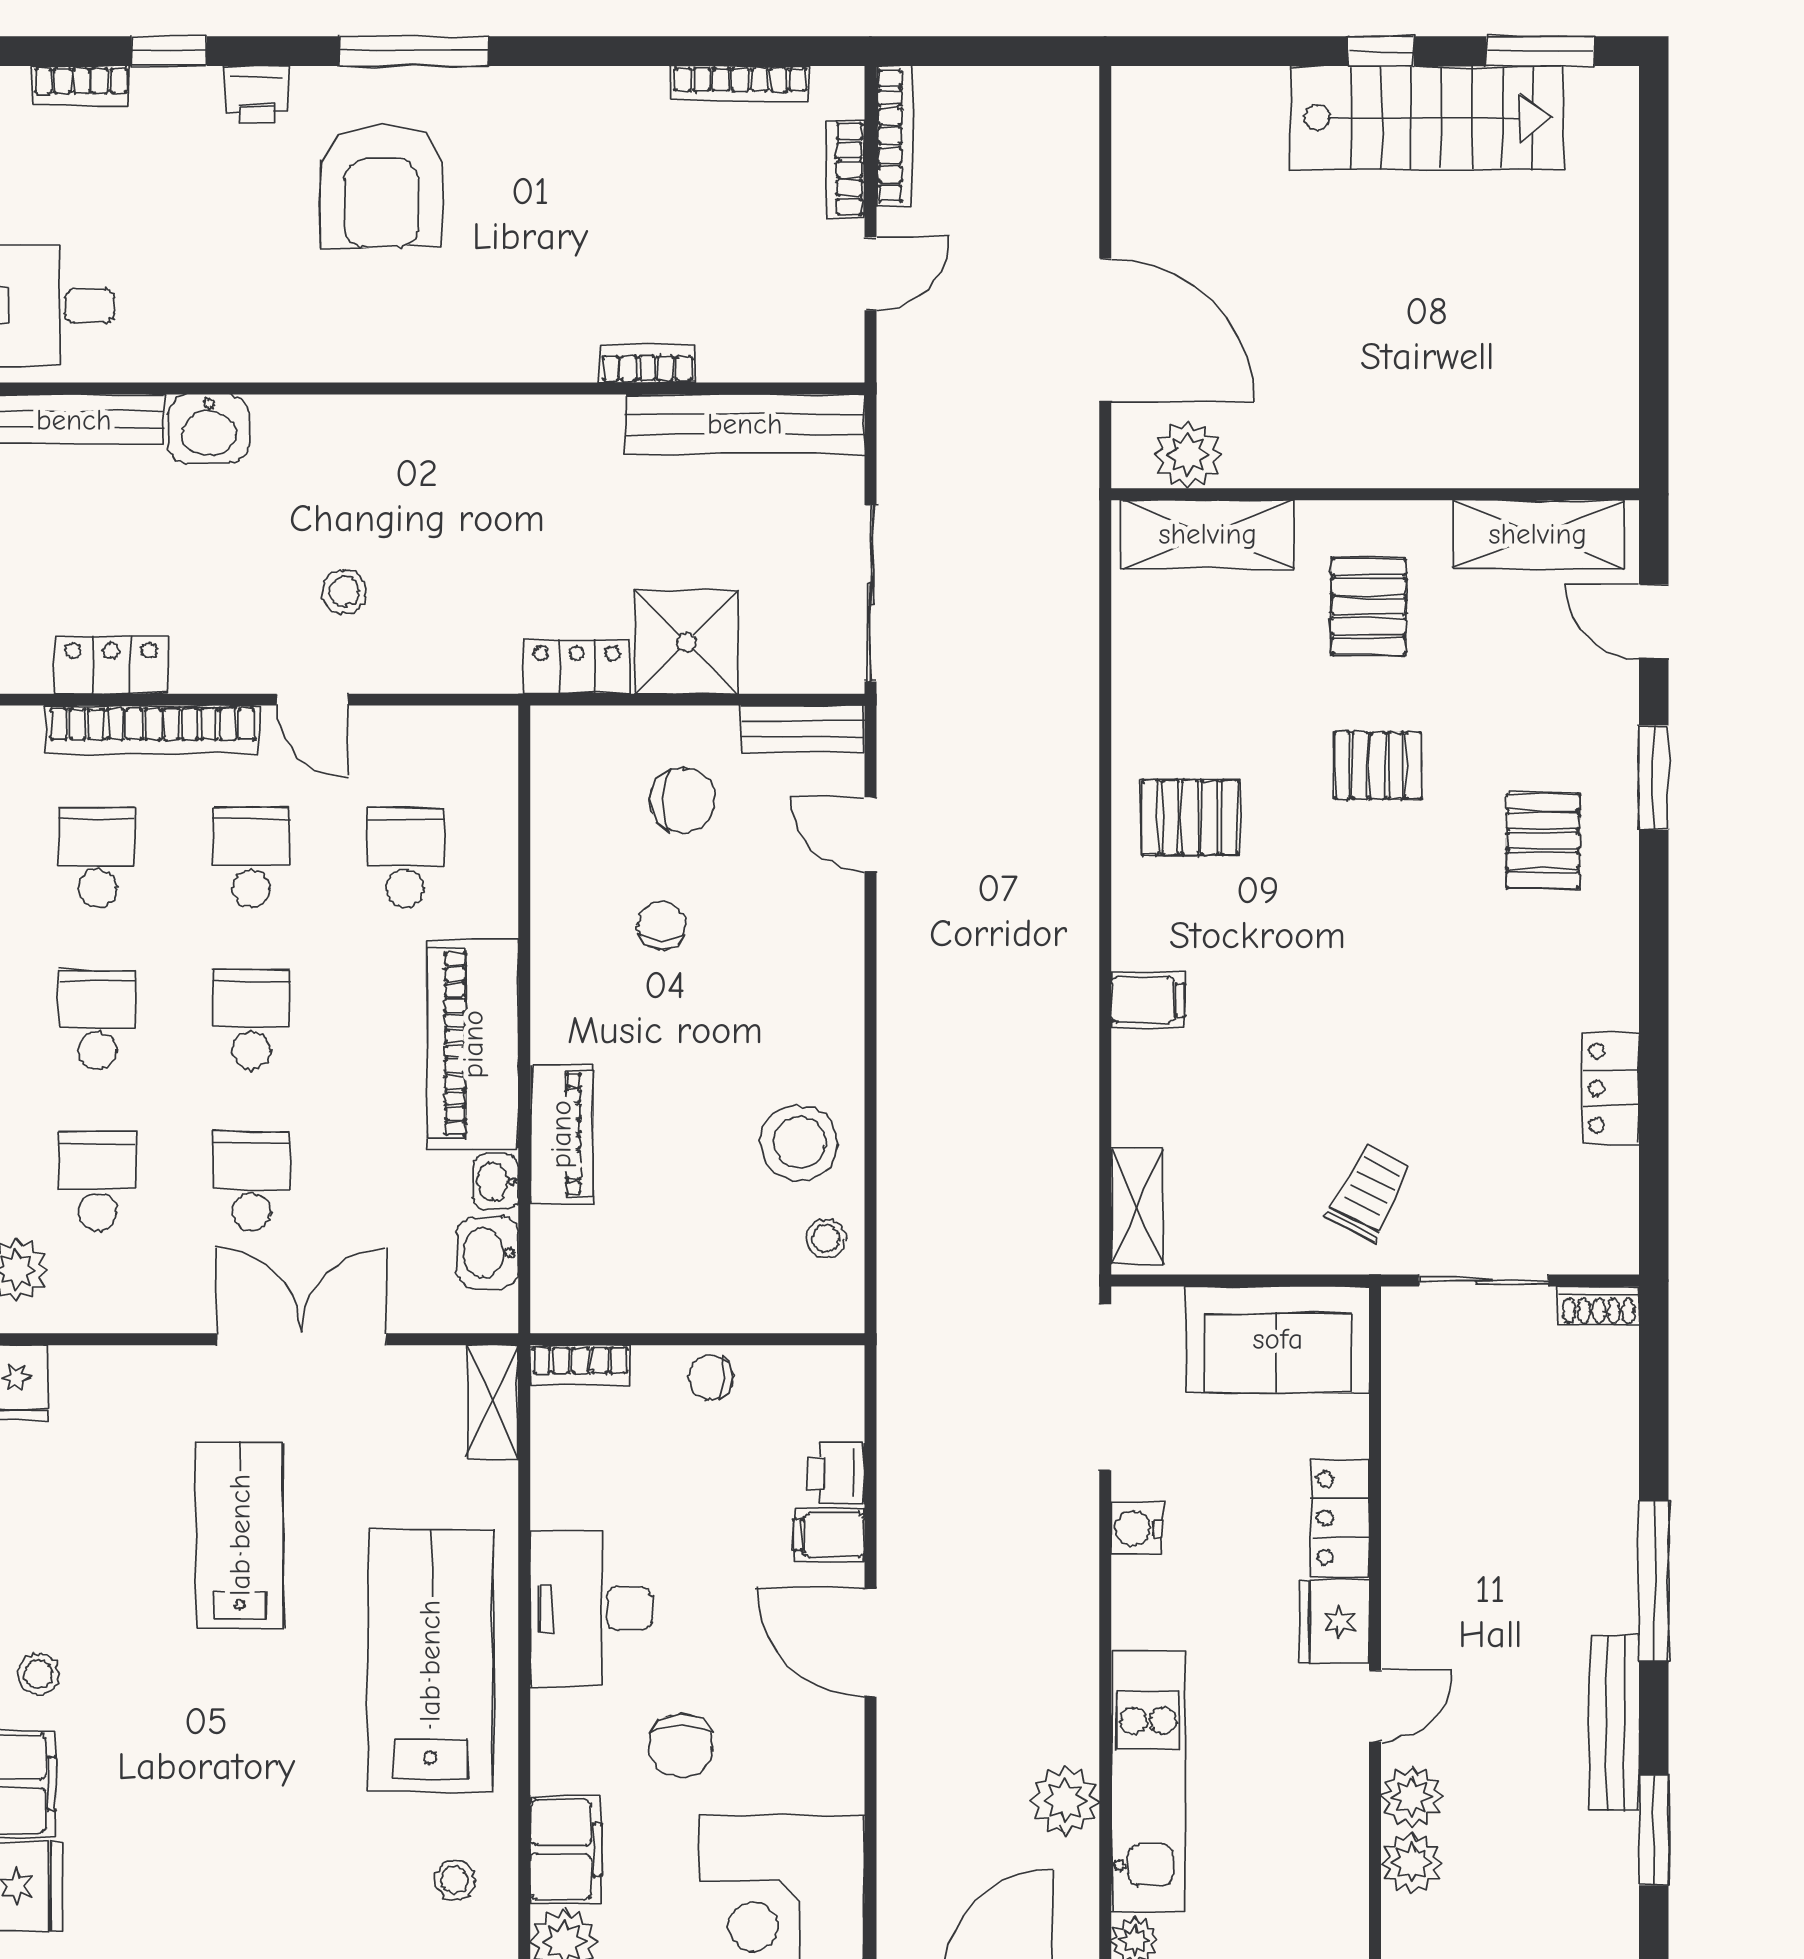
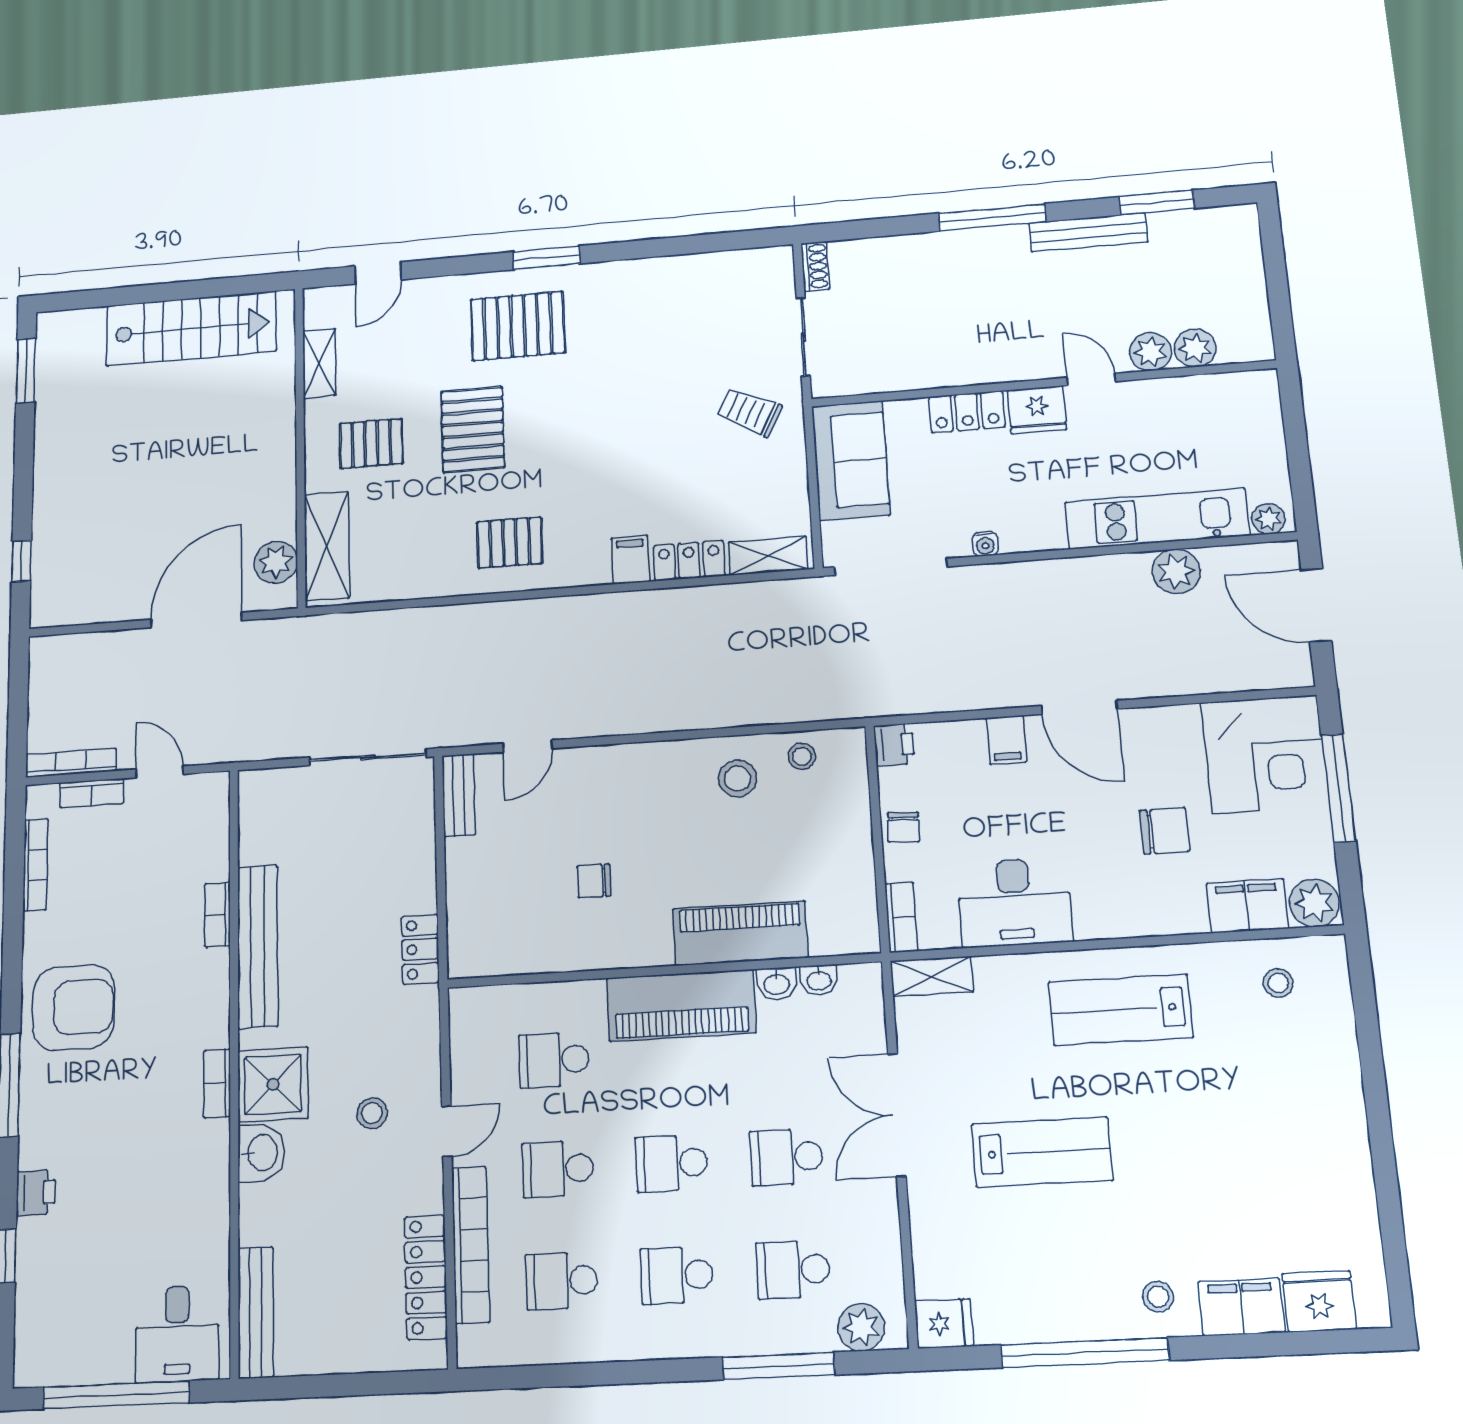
window: (1381, 51) -> (21, 561), moved
bookcase: (81, 85) -> (217, 1083), moved, turned 180
stairs: (1427, 117) -> (191, 328), moved, turned 90
armchair: (382, 186) -> (74, 1007), moved
bench: (745, 424) -> (258, 946), moved
washbasin: (209, 429) -> (261, 1153), moved
shelving: (1538, 534) -> (319, 363), width x0.67, depth x0.75
shower: (687, 642) -> (273, 1084), moved
locker: (111, 665) -> (426, 1277), width x1.53
pallet: (1378, 765) -> (473, 429), width x1.50, depth x1.42
window: (1654, 778) -> (547, 258), moved
chair: (683, 800) -> (509, 872), removed
pallet: (1190, 817) -> (510, 543), turned 90
pallet: (1543, 841) -> (518, 326), width x1.50, depth x1.42
locker: (1611, 1088) -> (689, 561), moved, turned 180
piano: (561, 1134) -> (740, 933), width x1.37, depth x1.33
stool: (799, 1143) -> (738, 779), width x0.73, depth x0.73
washbasin: (488, 1253) -> (819, 980), width x0.72, depth x0.69
printer: (837, 1473) -> (894, 745), moved, turned -90
water cooler: (1137, 1528) -> (985, 544), width x0.72, depth x0.72
lab bench: (240, 1535) -> (1042, 1152), turned 180
desk: (591, 1608) -> (1015, 902), moved
door: (870, 1643) -> (1079, 707), hinge flipped
lab bench: (430, 1661) -> (1121, 1010), width x0.73, depth x0.72

